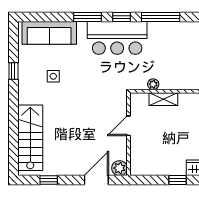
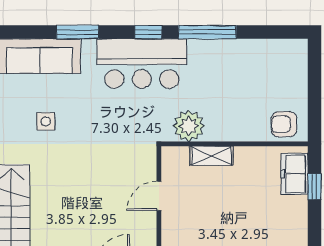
window: (88, 17) -> (77, 32), moved
plant: (153, 84) -> (189, 126), width x1.87, depth x1.87

